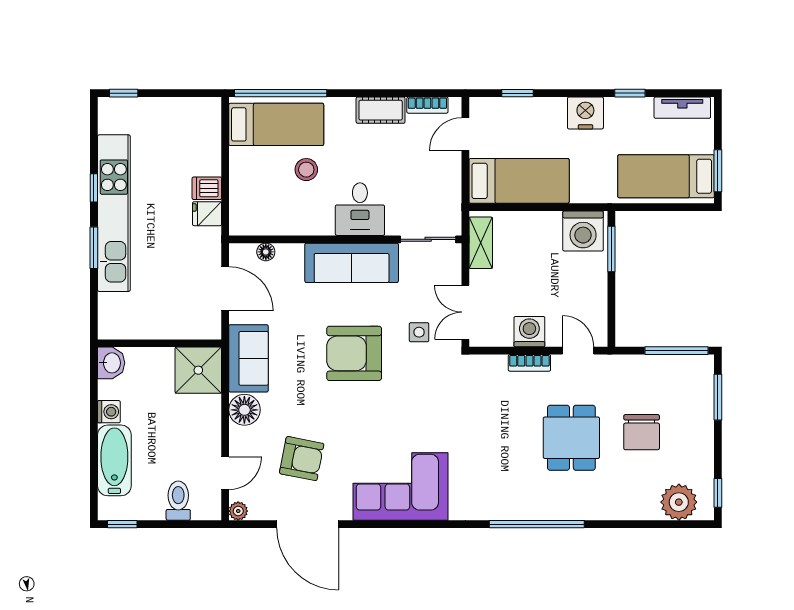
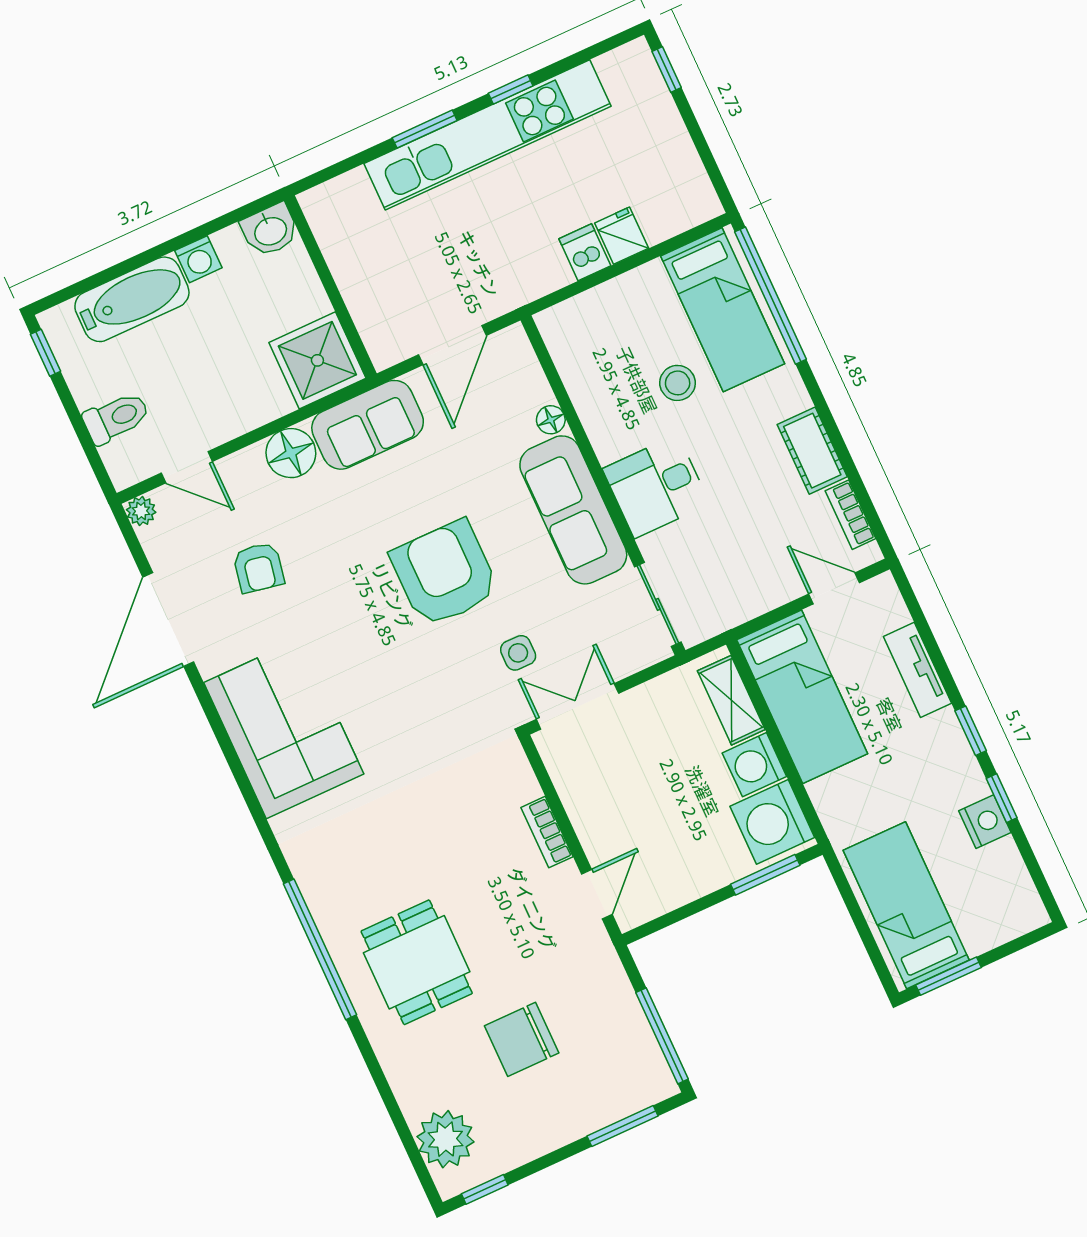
window: (518, 93) -> (971, 731), moved
tv unit: (682, 108) -> (917, 670), moved
nightstand: (585, 113) -> (985, 822), moved, width x0.74, depth x0.75
fridge: (207, 214) -> (622, 236), moved
shelving: (481, 243) -> (731, 700), moved, turned 90
floor lamp: (266, 252) -> (551, 420), moved
washing machine: (529, 332) -> (754, 765), moved, turned 180
dining table: (571, 438) -> (417, 962), moved, turned 90
armchair: (302, 459) -> (259, 568), width x0.72, depth x0.72

